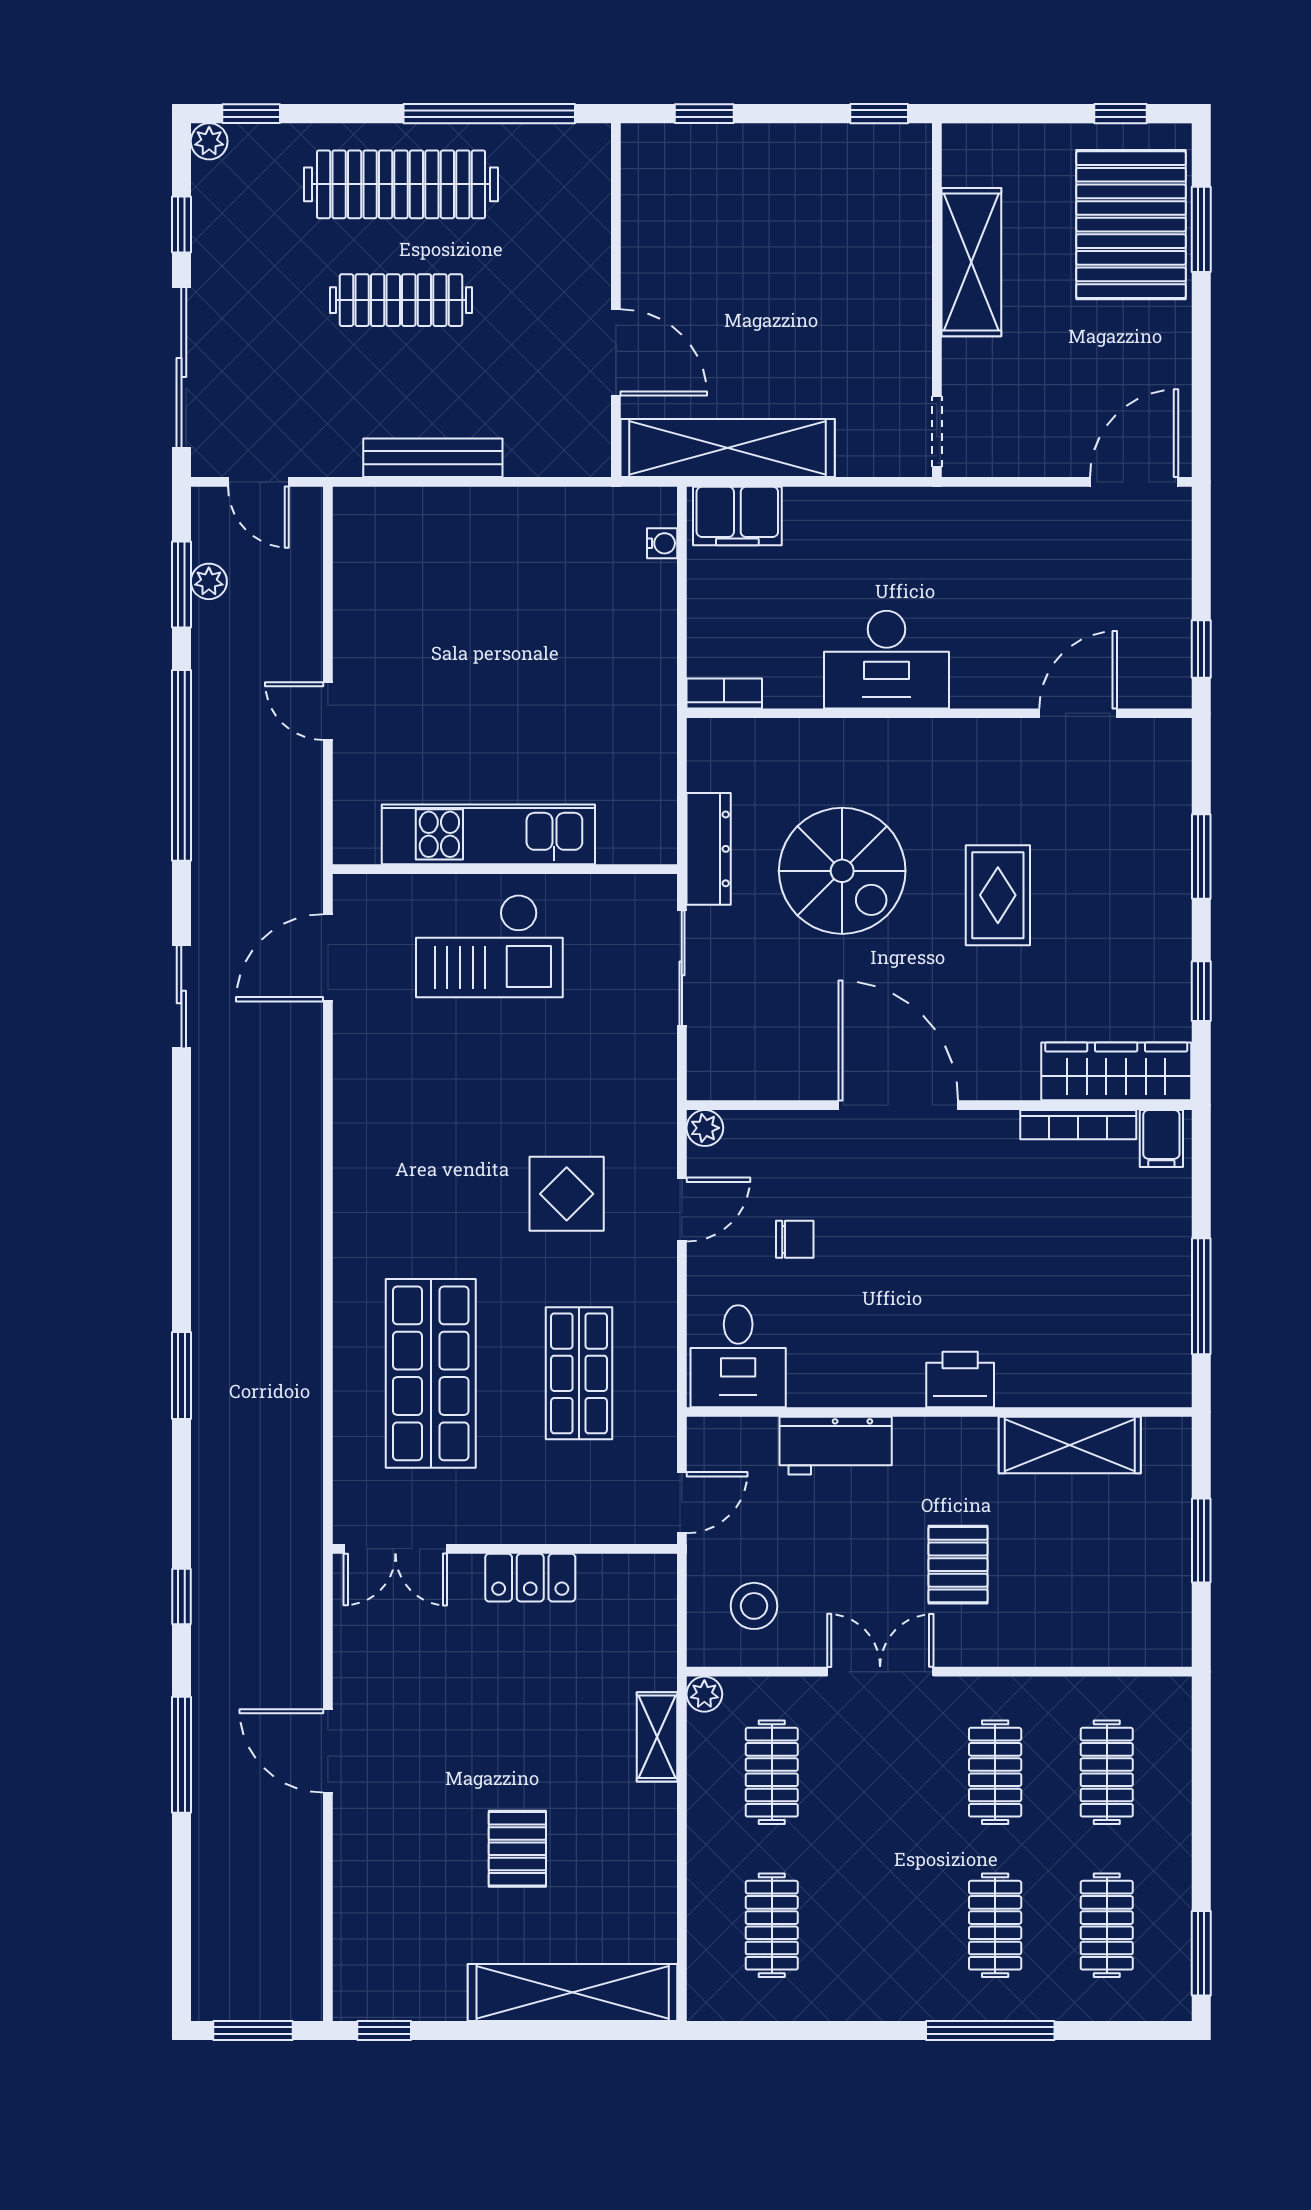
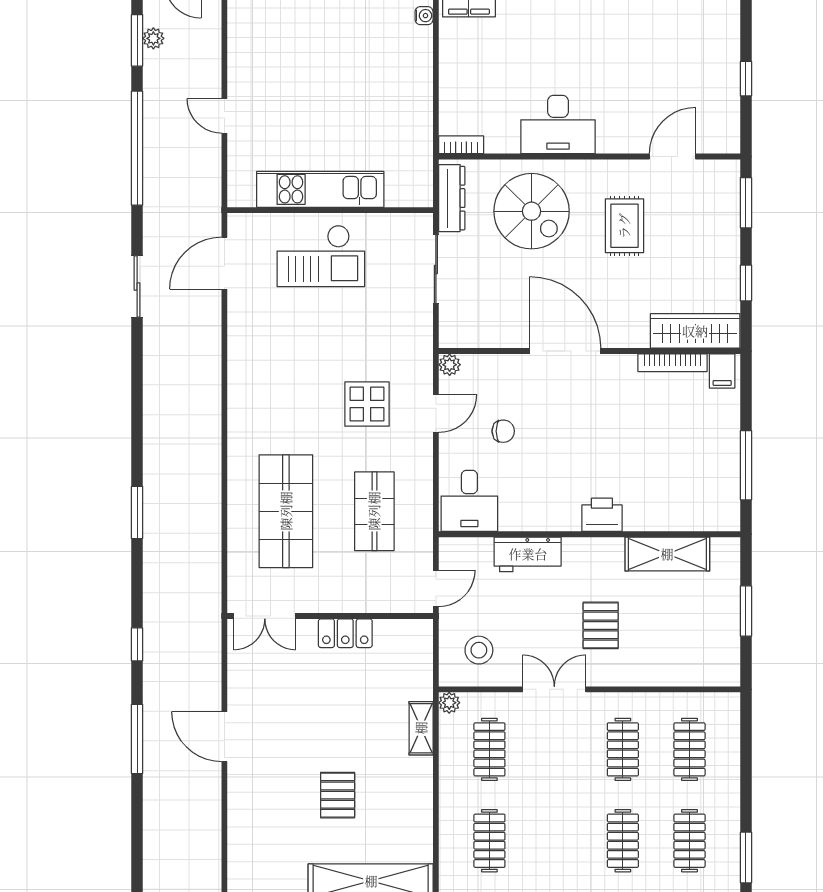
desk: (886, 660) -> (558, 125), moved
bookcase: (724, 693) -> (461, 145), moved
wall: (939, 713) -> (589, 157), moved
door: (1078, 713) -> (672, 157), moved

